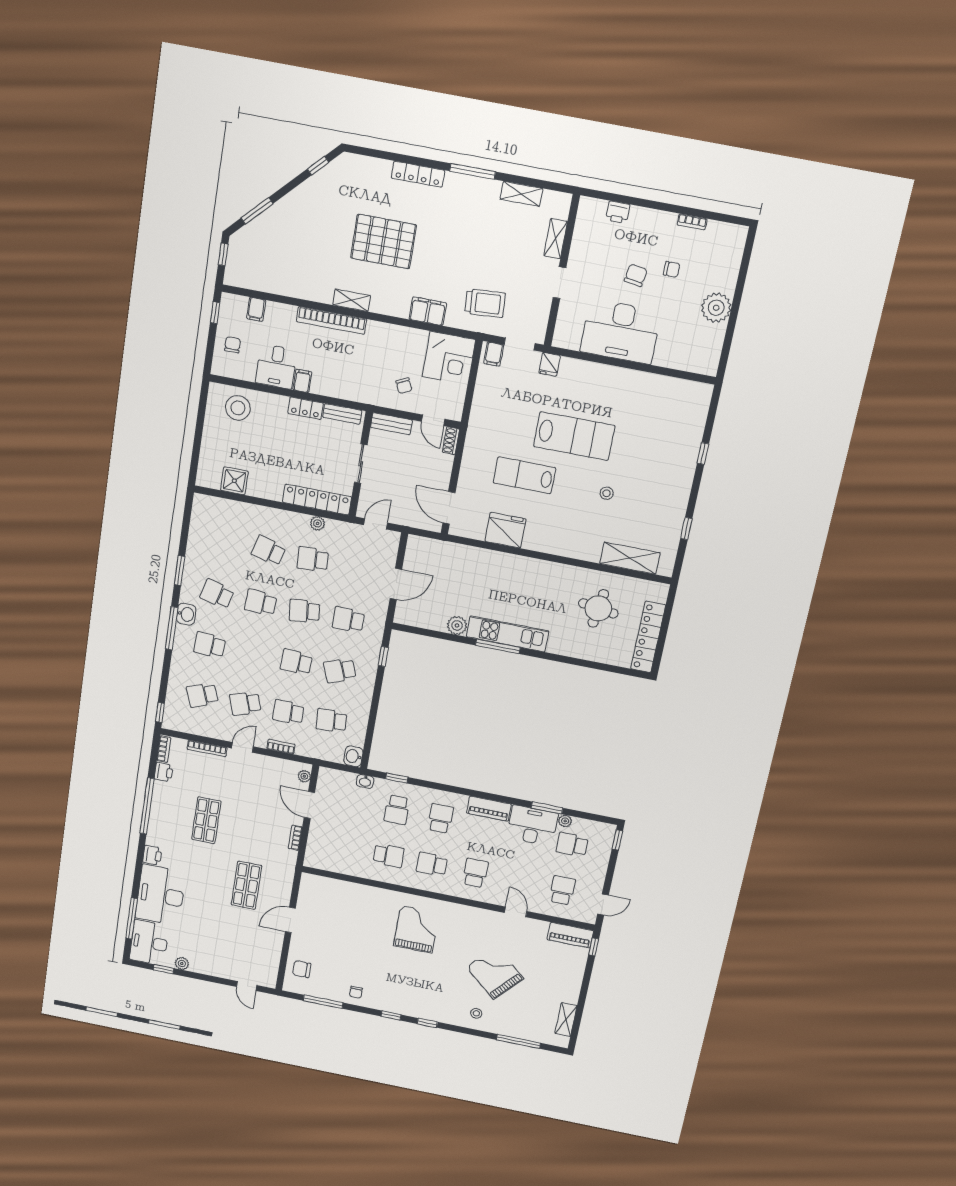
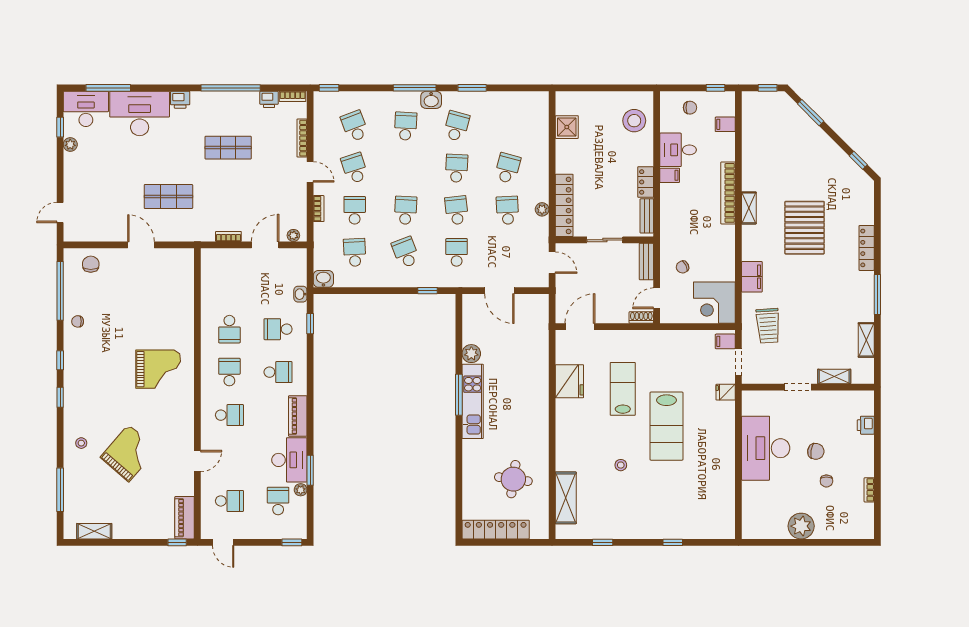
window: (323, 1002) -> (60, 291), width x1.46

